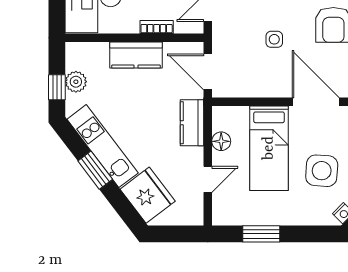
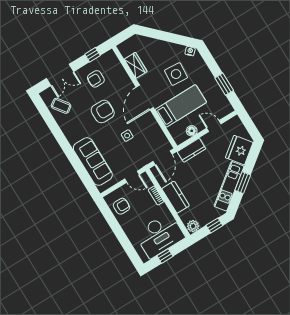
plant: (76, 82) -> (193, 226), moved

